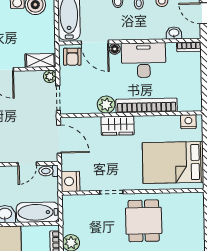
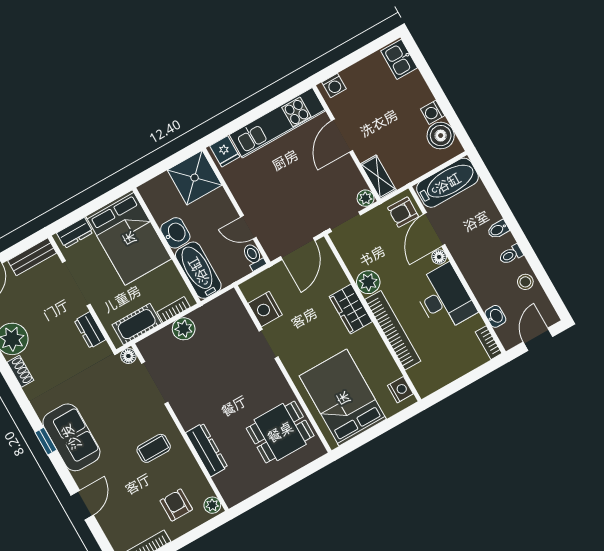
nightstand: (71, 181) -> (265, 309), moved, turned -90
dining table: (144, 221) -> (280, 432), moved

